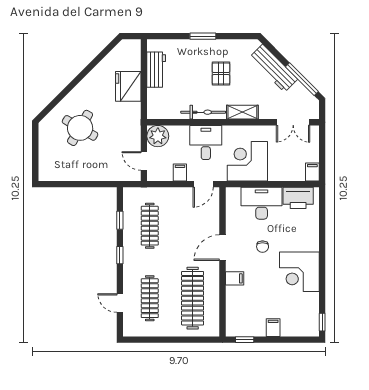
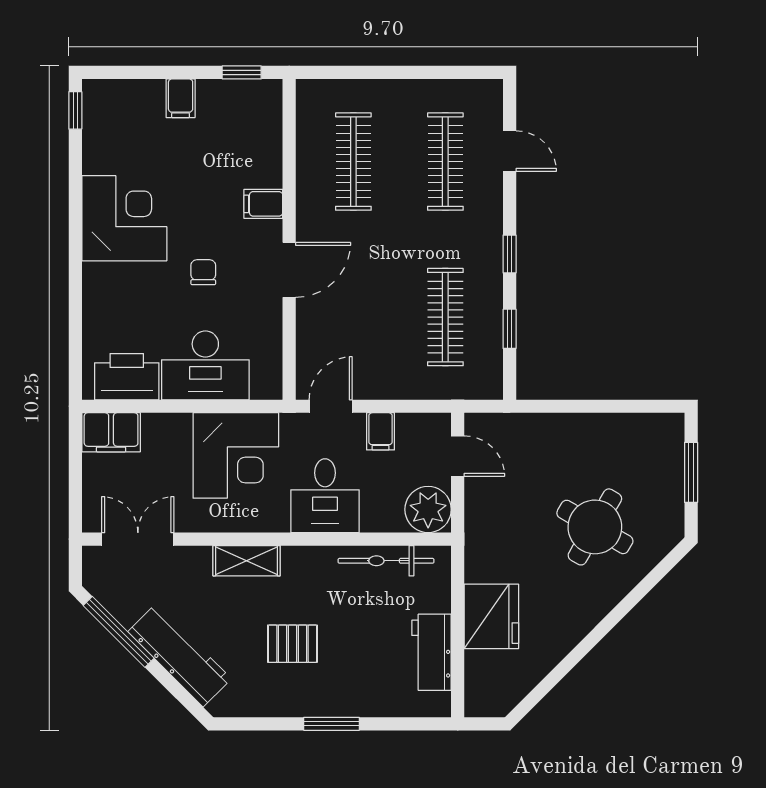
pallet: (221, 74) -> (292, 644), turned 90
bicycle: (203, 112) -> (386, 561), moved
window: (35, 153) -> (691, 472), added
filing cabinet: (312, 172) -> (111, 432), width x2.00
clothes rail: (193, 298) -> (353, 162), width x0.73, depth x0.76

